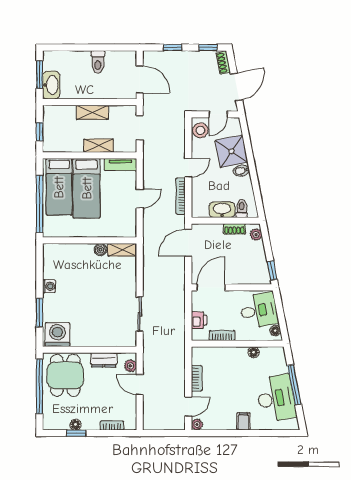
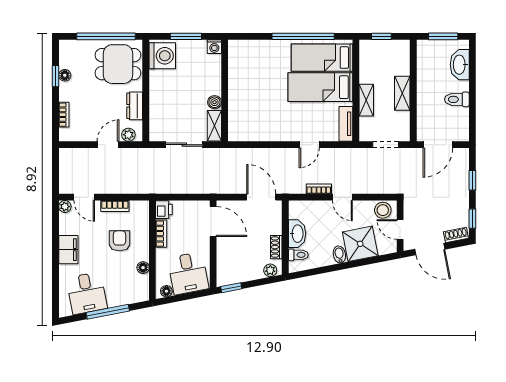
washbasin: (51, 85) -> (460, 65), moved, turned 90
bookcase: (181, 196) -> (319, 189), width x0.64
door: (140, 199) -> (309, 145), hinge flipped
wall: (90, 240) -> (225, 90), moved
boiler: (100, 250) -> (214, 102), moved
shelving: (122, 250) -> (214, 126), moved
printer: (199, 320) -> (164, 210), moved, turned -90
armchair: (229, 374) -> (119, 241), added
desk: (276, 398) -> (87, 293), width x0.73
filing cabinet: (243, 421) -> (68, 250), width x2.00

